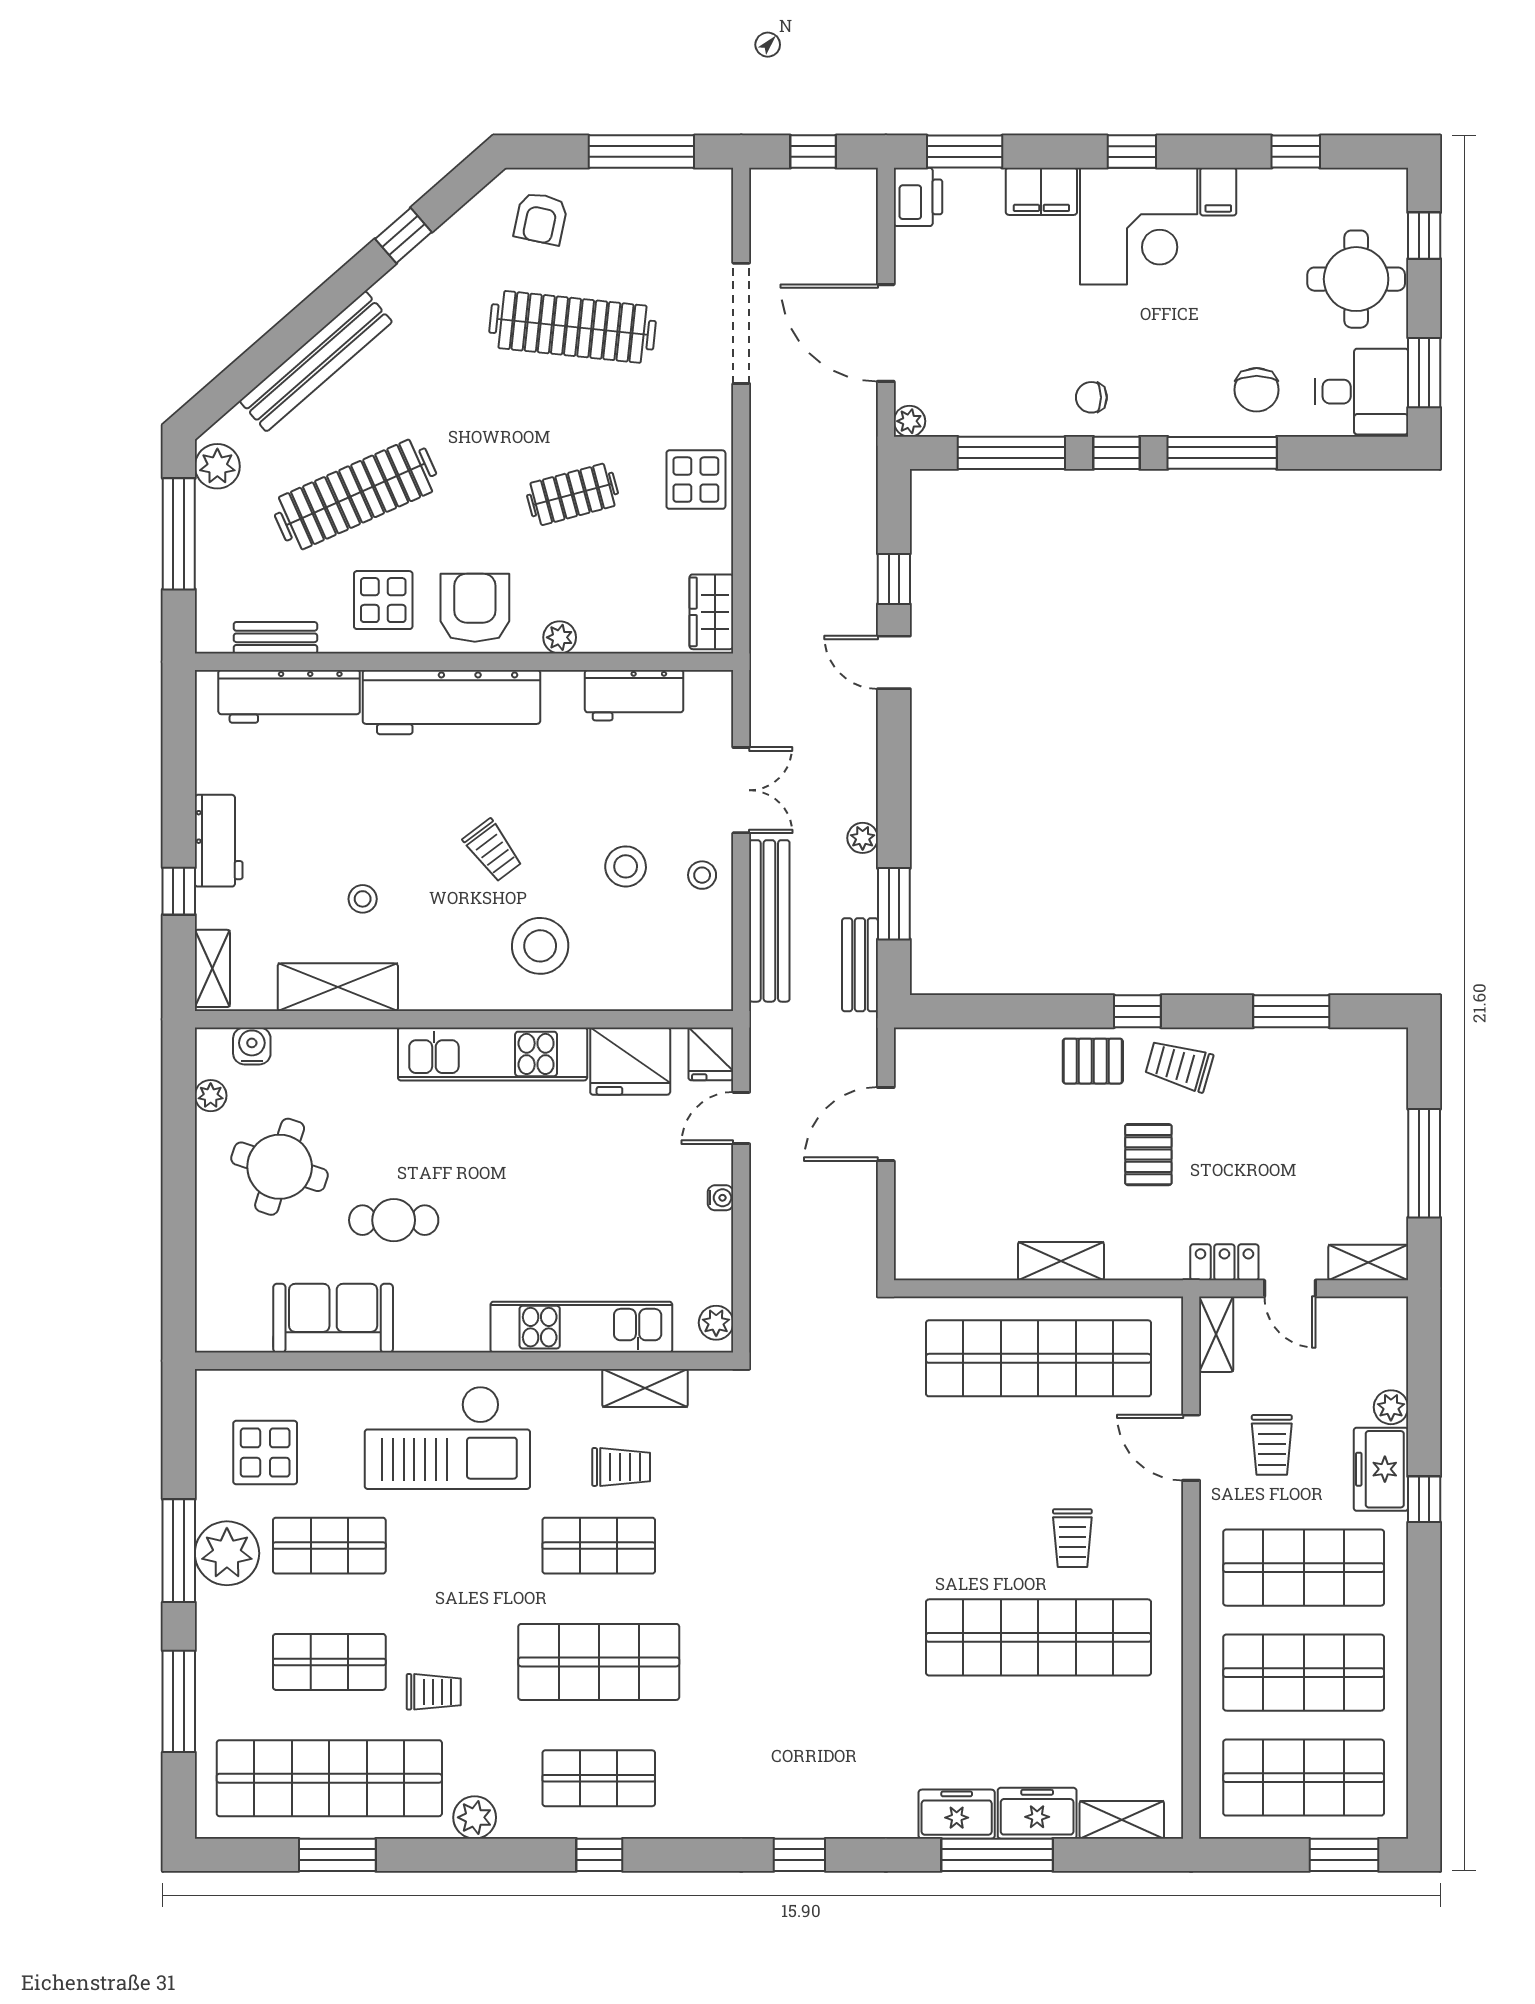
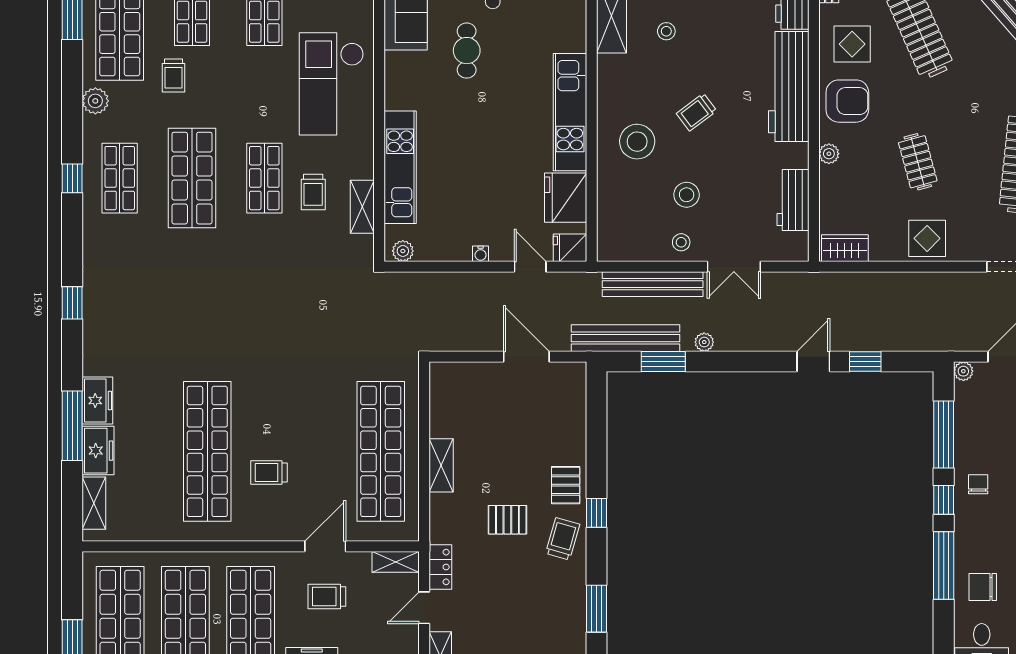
bench: (860, 965) -> (625, 338), width x1.86, depth x1.21

